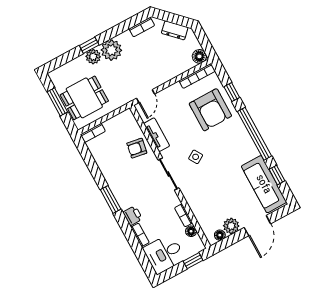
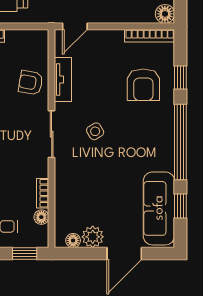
armchair: (210, 110) -> (143, 85), width x0.73, depth x0.73

